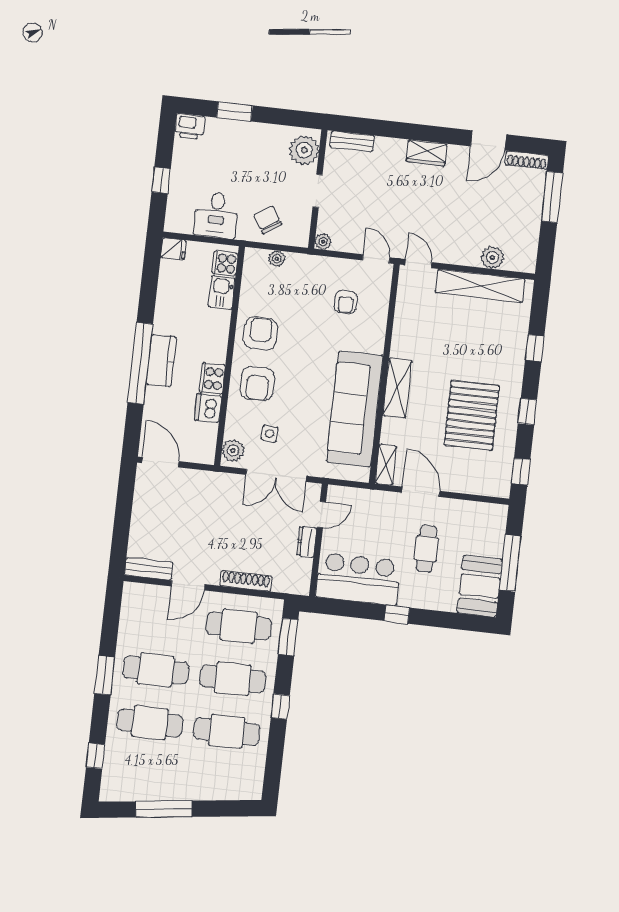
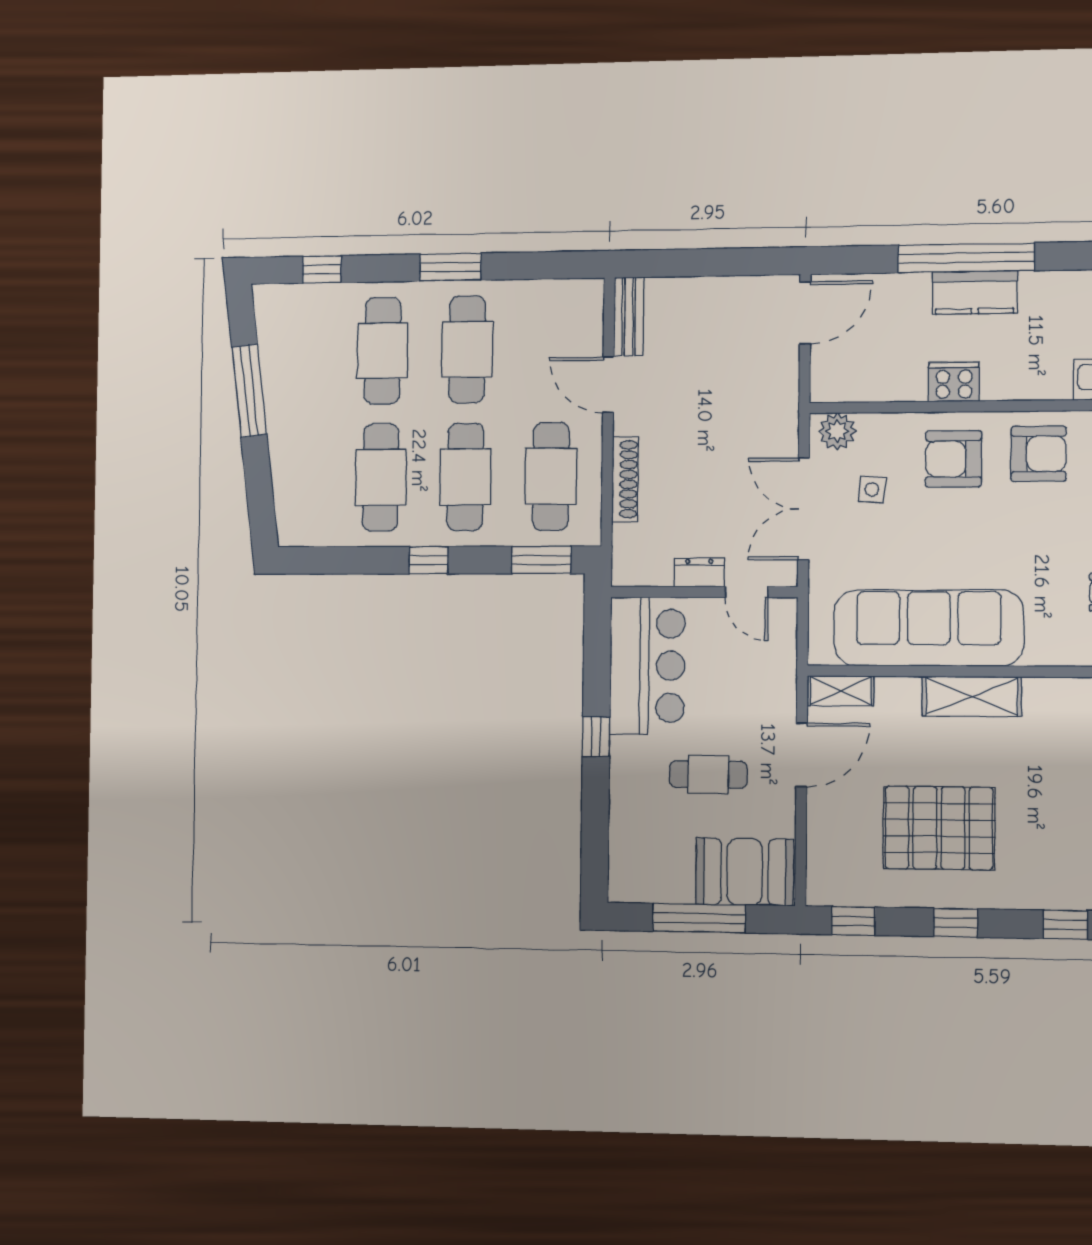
dishwasher: (208, 408) -> (903, 381), removed
booth: (480, 586) -> (745, 872), moved

